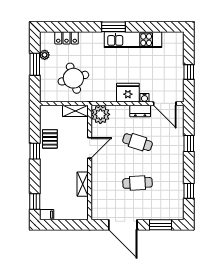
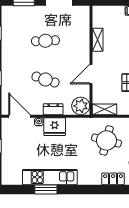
window: (114, 27) -> (46, 189), moved
round table: (73, 78) -> (106, 140), turned 30
dresser: (140, 111) -> (53, 109), moved

